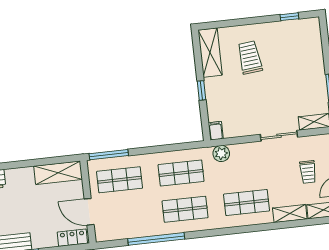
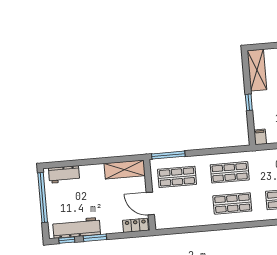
plant: (221, 154) -> (264, 157), removed
window: (156, 239) -> (207, 228), removed

